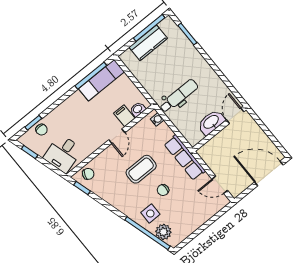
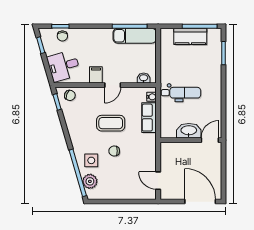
filing cabinet: (124, 116) -> (96, 75), moved
row of seats: (185, 158) -> (149, 118), moved, width x0.68

